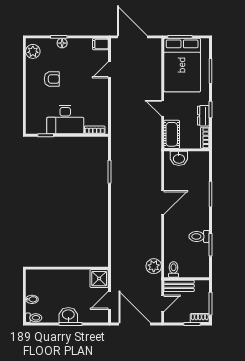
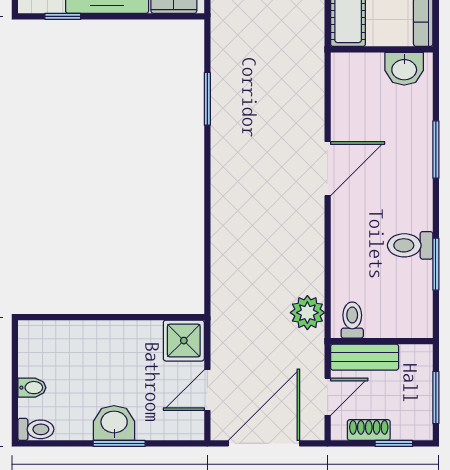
washbasin: (179, 158) -> (404, 69), moved
shoe rack: (200, 318) -> (369, 430), moved
door: (135, 324) -> (264, 443), hinge flipped

